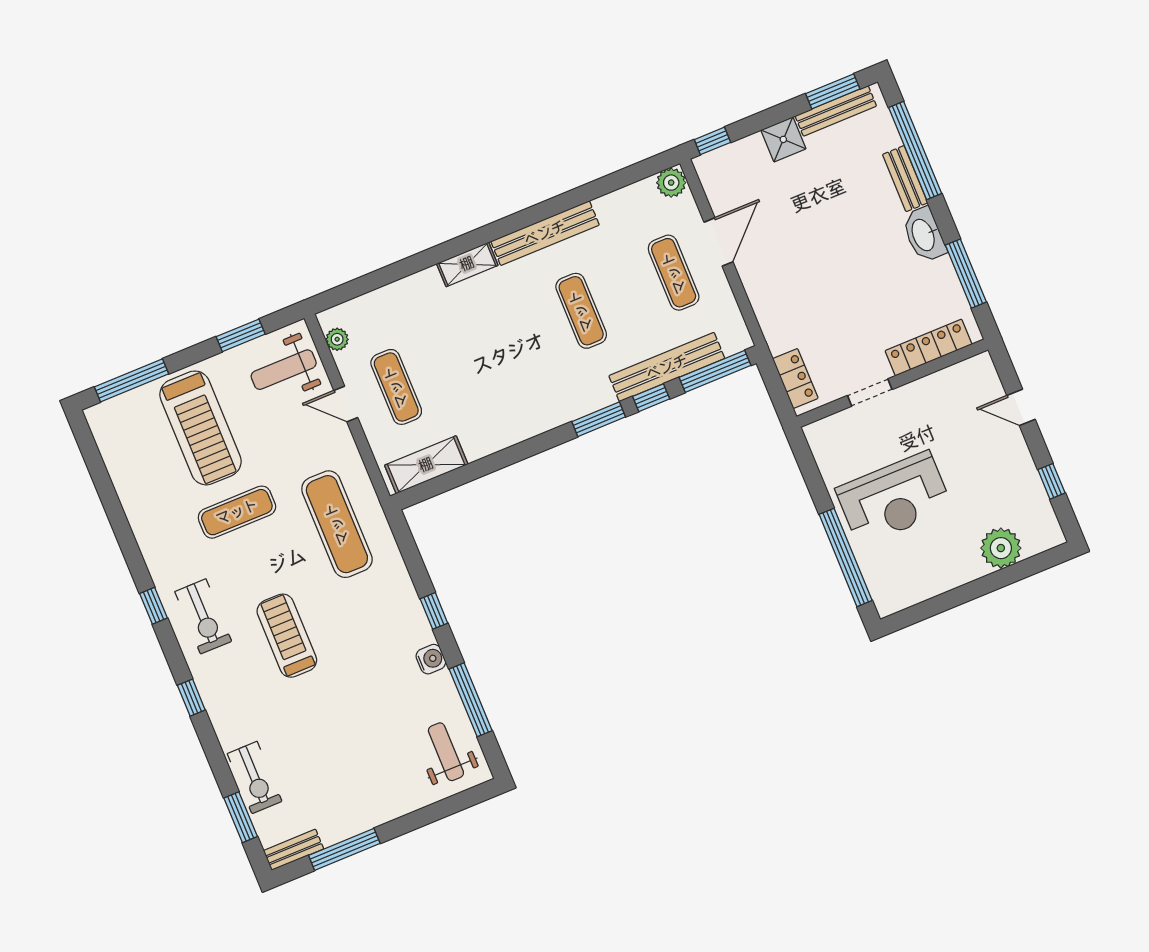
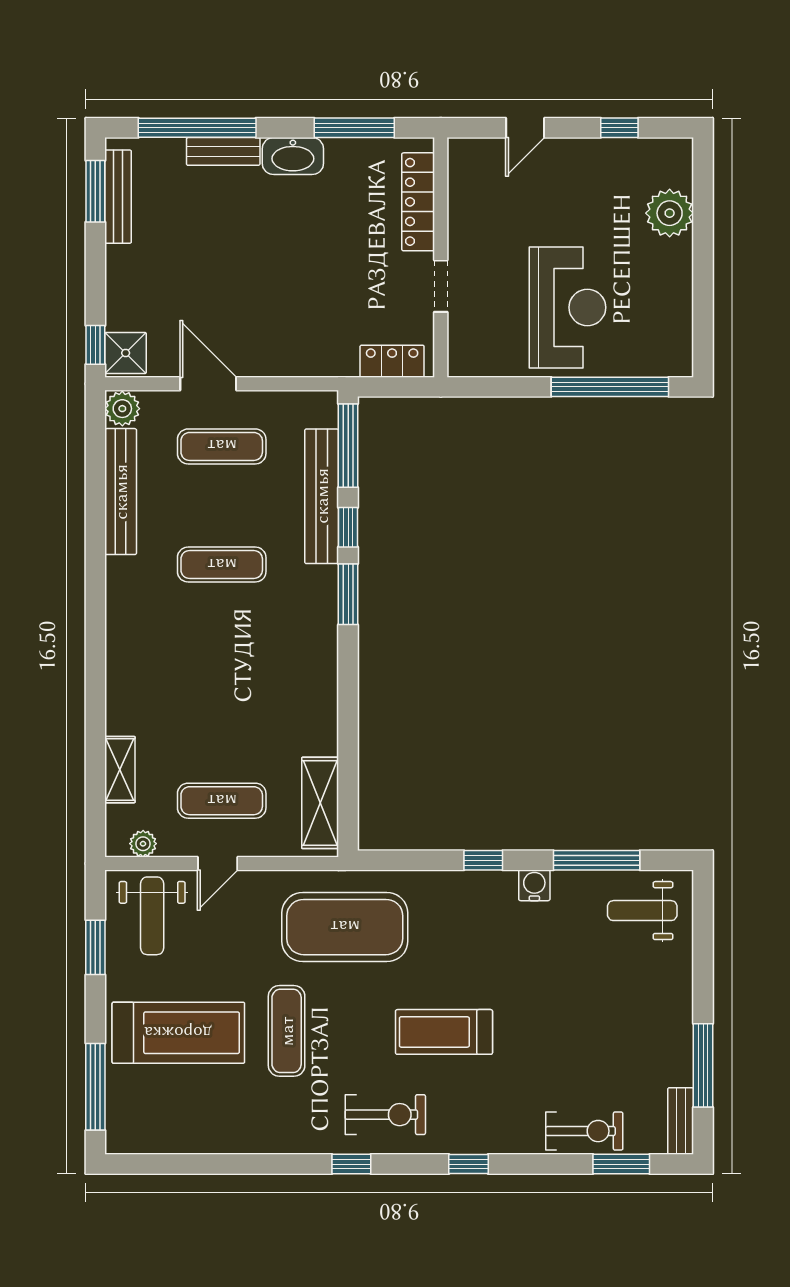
shower: (783, 139) -> (126, 353), moved
bench: (545, 233) -> (121, 492), moved
shelving: (467, 264) -> (120, 770), moved
exercise mat: (337, 524) -> (345, 927), width x1.47

